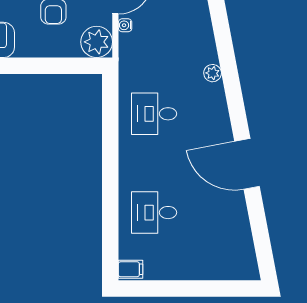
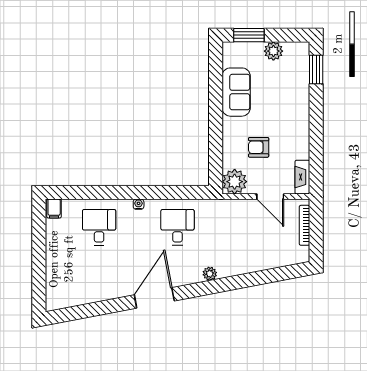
water cooler: (125, 25) -> (139, 204), moved
door: (247, 164) -> (154, 298), moved

